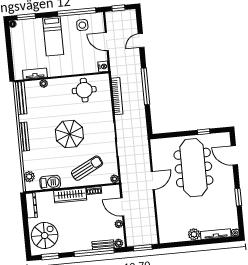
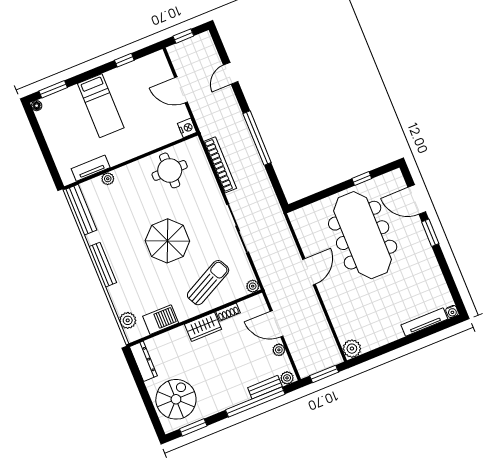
window: (77, 12) -> (124, 60), width x0.32
side table: (82, 25) -> (138, 77), removed
wardrobe: (70, 195) -> (203, 327), width x0.67
window: (238, 197) -> (430, 233), moved
plant: (194, 234) -> (352, 349), moved

